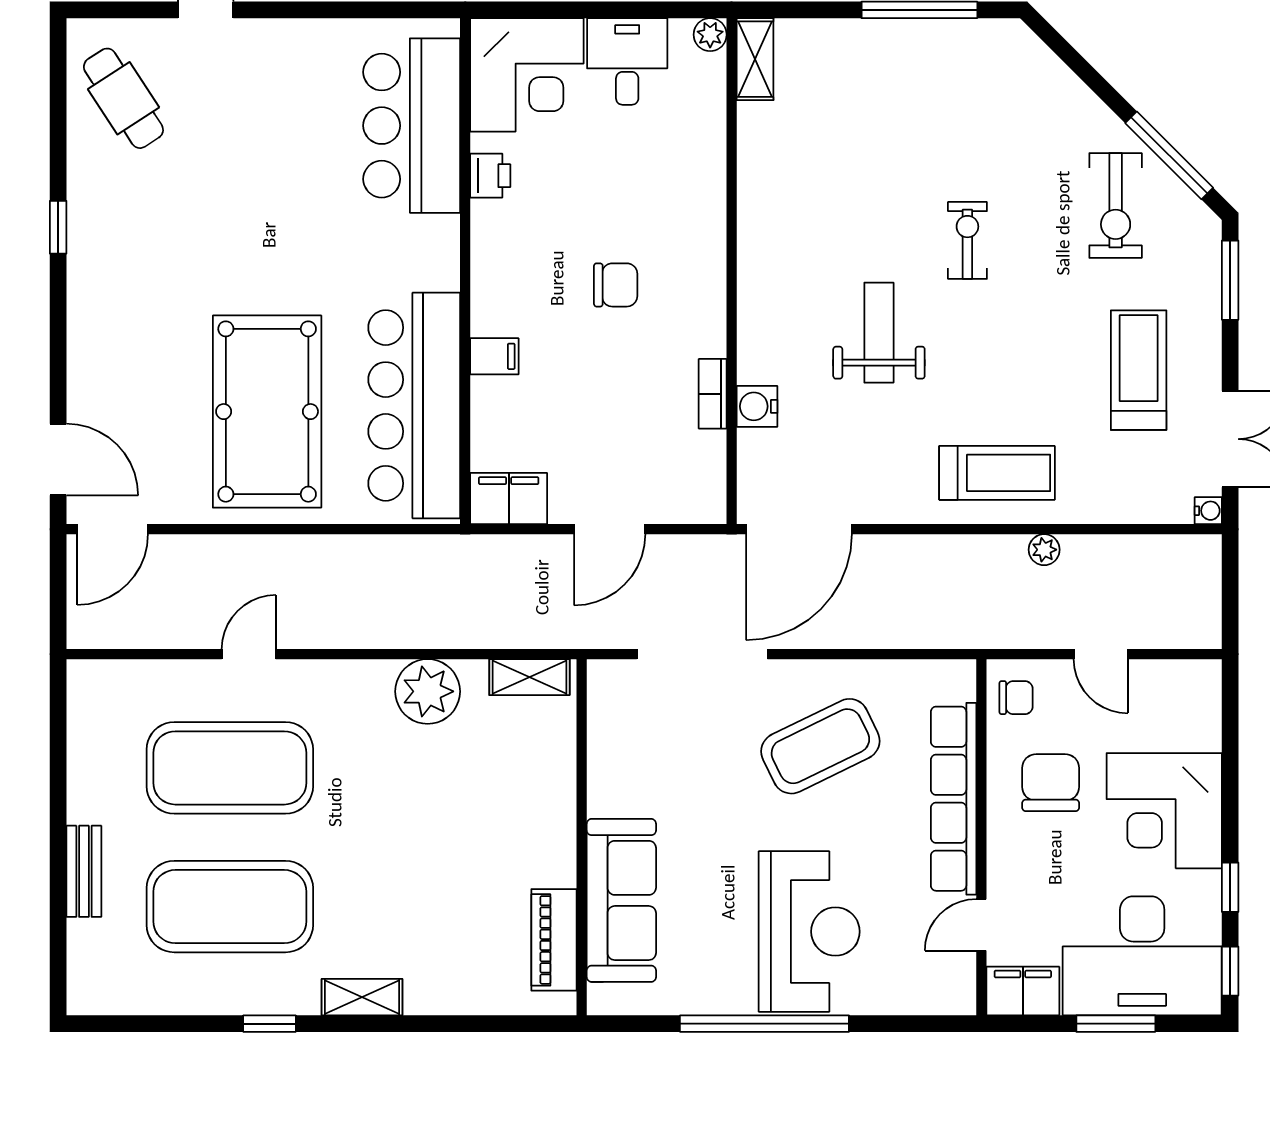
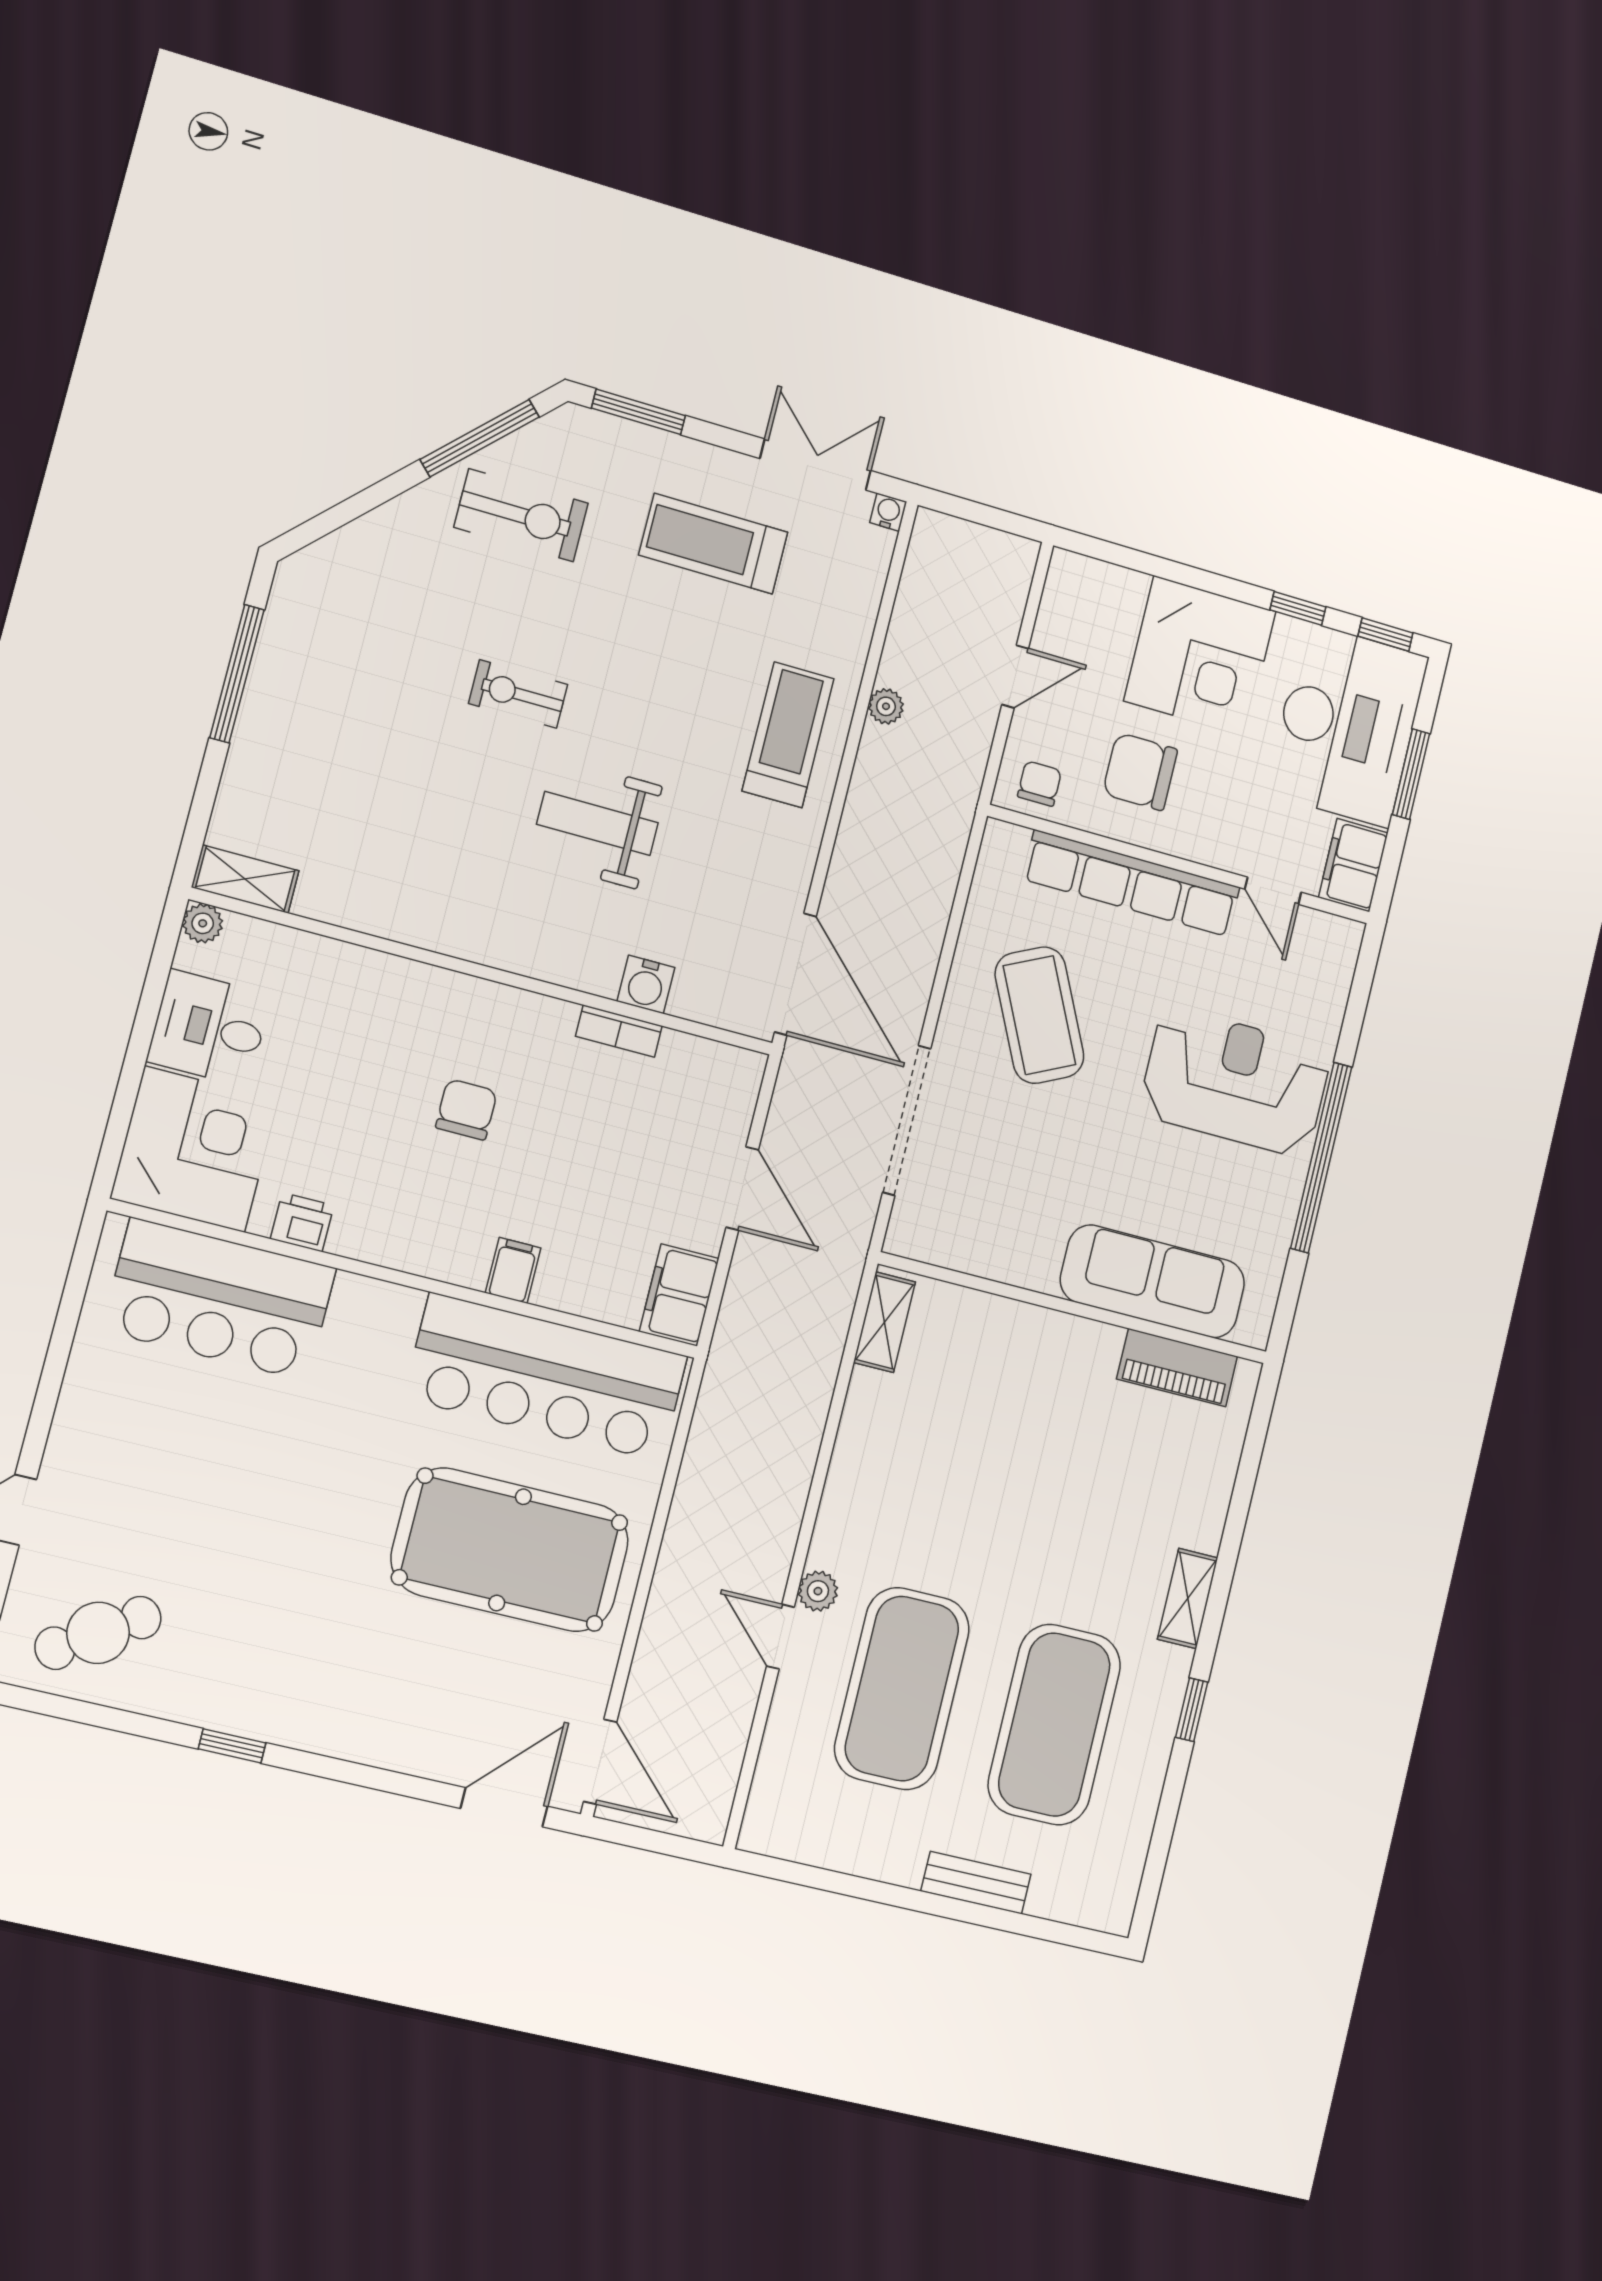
plant: (428, 691) -> (818, 1591), moved, width x0.53, depth x0.53

